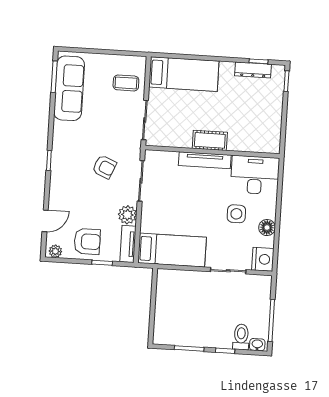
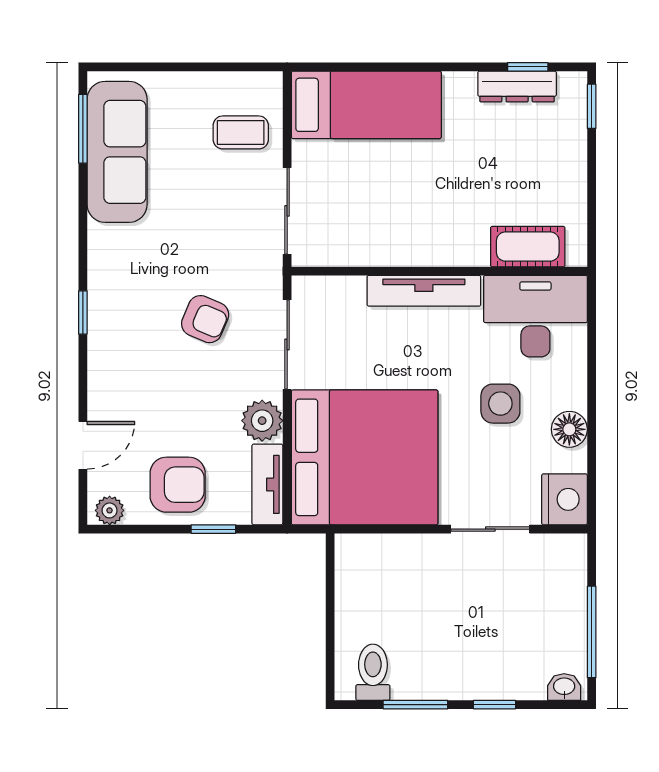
cot: (210, 140) -> (528, 247), moved
bed: (172, 250) -> (365, 457), width x2.04
toilet: (241, 337) -> (373, 672), moved

